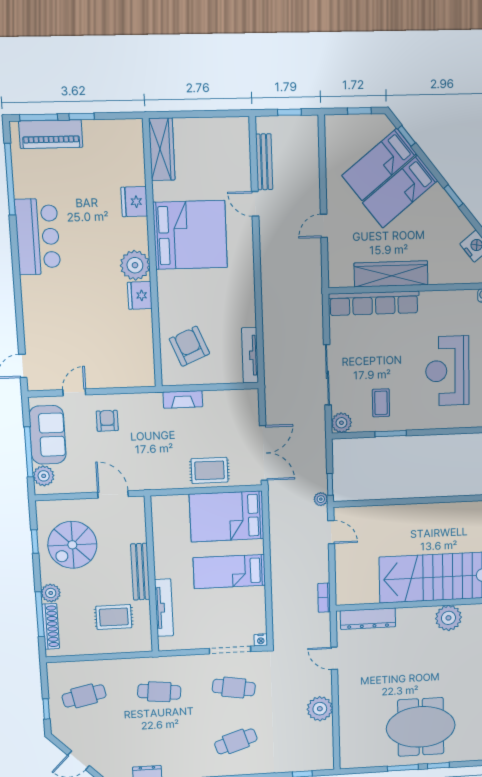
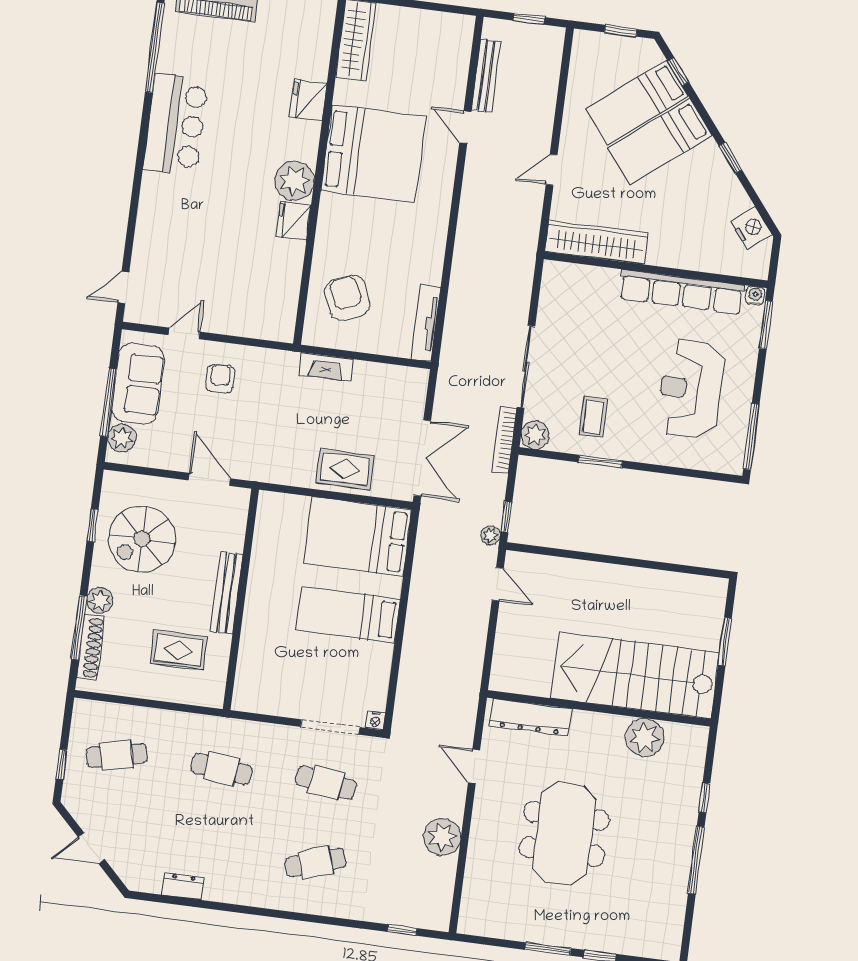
wardrobe: (391, 274) -> (596, 242), moved
row of seats: (374, 303) -> (682, 292), moved
bookcase: (324, 598) -> (504, 440), moved, width x1.56
tv unit: (164, 608) -> (250, 649), removed
meeting table: (421, 727) -> (564, 834), moved, turned 90

